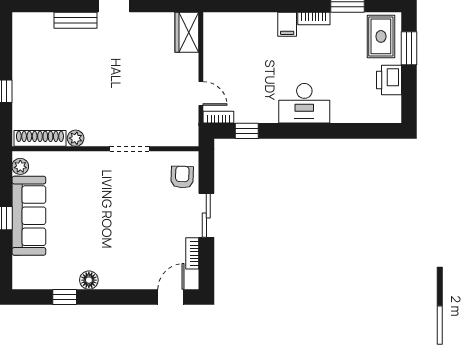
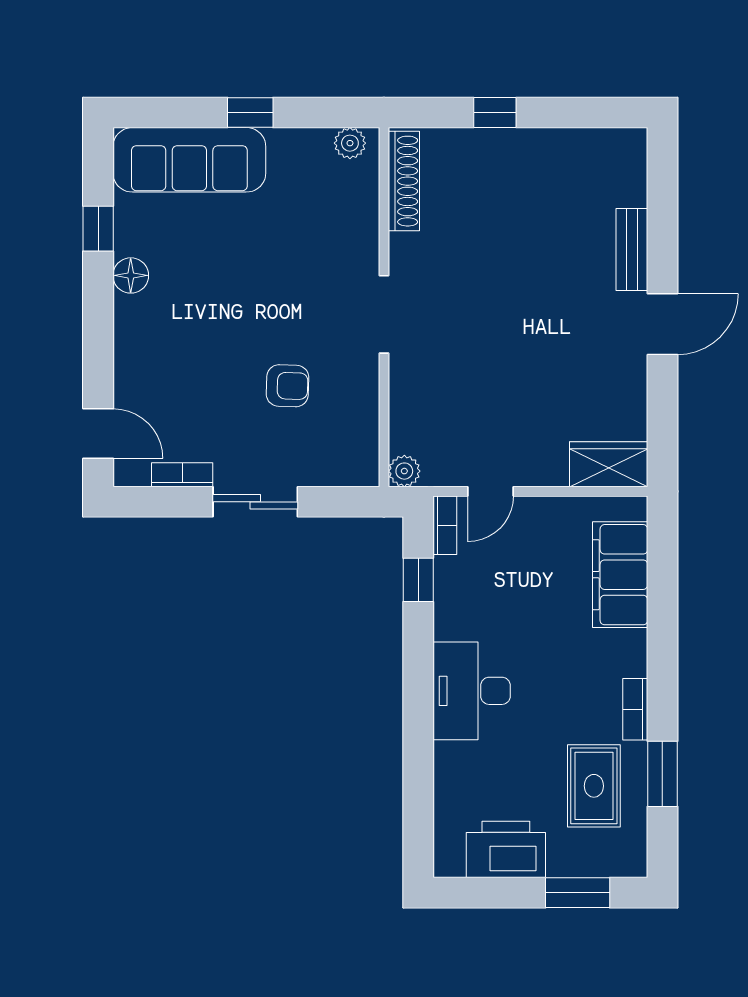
filing cabinet: (287, 24) -> (620, 575), moved, width x3.00, depth x1.17
rug: (381, 36) -> (594, 786), moved, turned 90
printer: (389, 80) -> (506, 849), width x1.37, depth x1.19
plant: (76, 138) -> (404, 471), moved
doorway: (130, 149) -> (384, 314), moved
armchair: (182, 177) -> (288, 386), moved
sofa: (29, 216) -> (189, 160), moved

